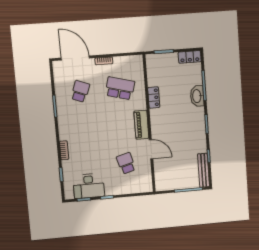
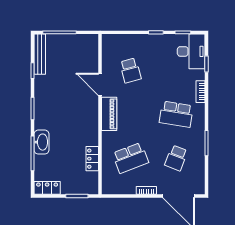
school desk: (120, 88) -> (130, 158), turned -36
locker: (154, 98) -> (92, 159), moved
school desk: (84, 129) -> (176, 114), added
desk: (89, 186) -> (191, 51), moved, turned 90

